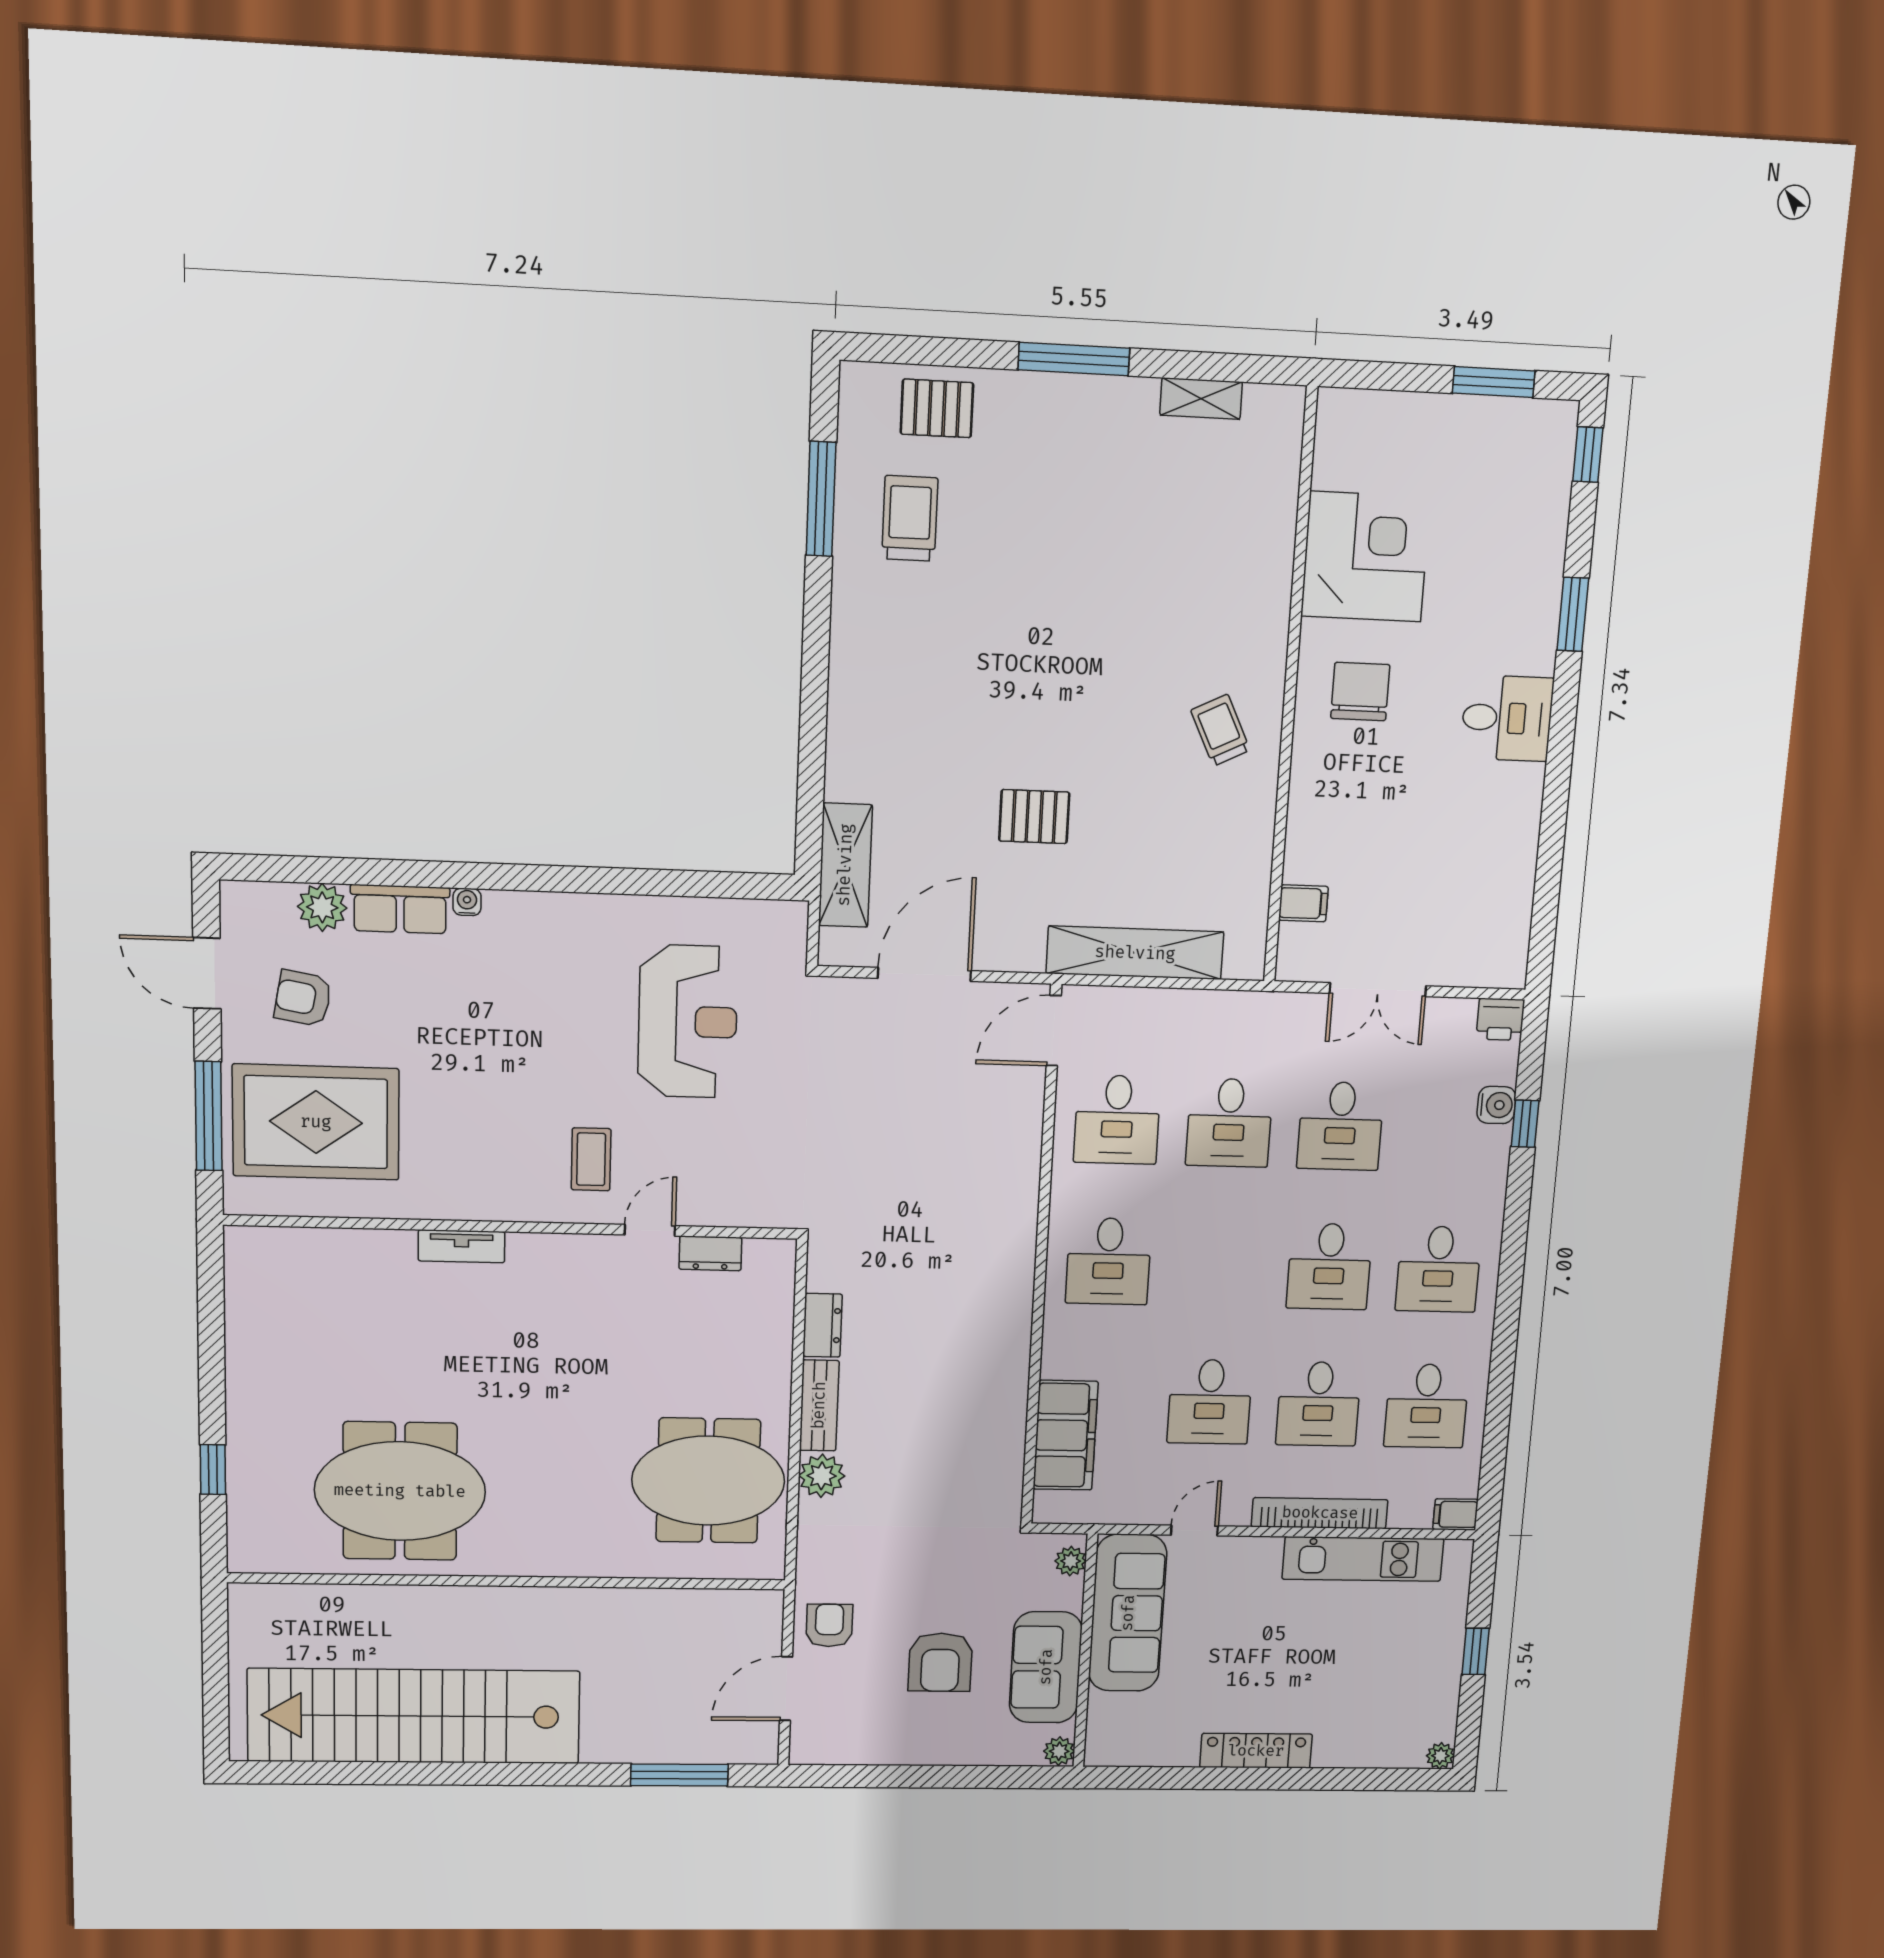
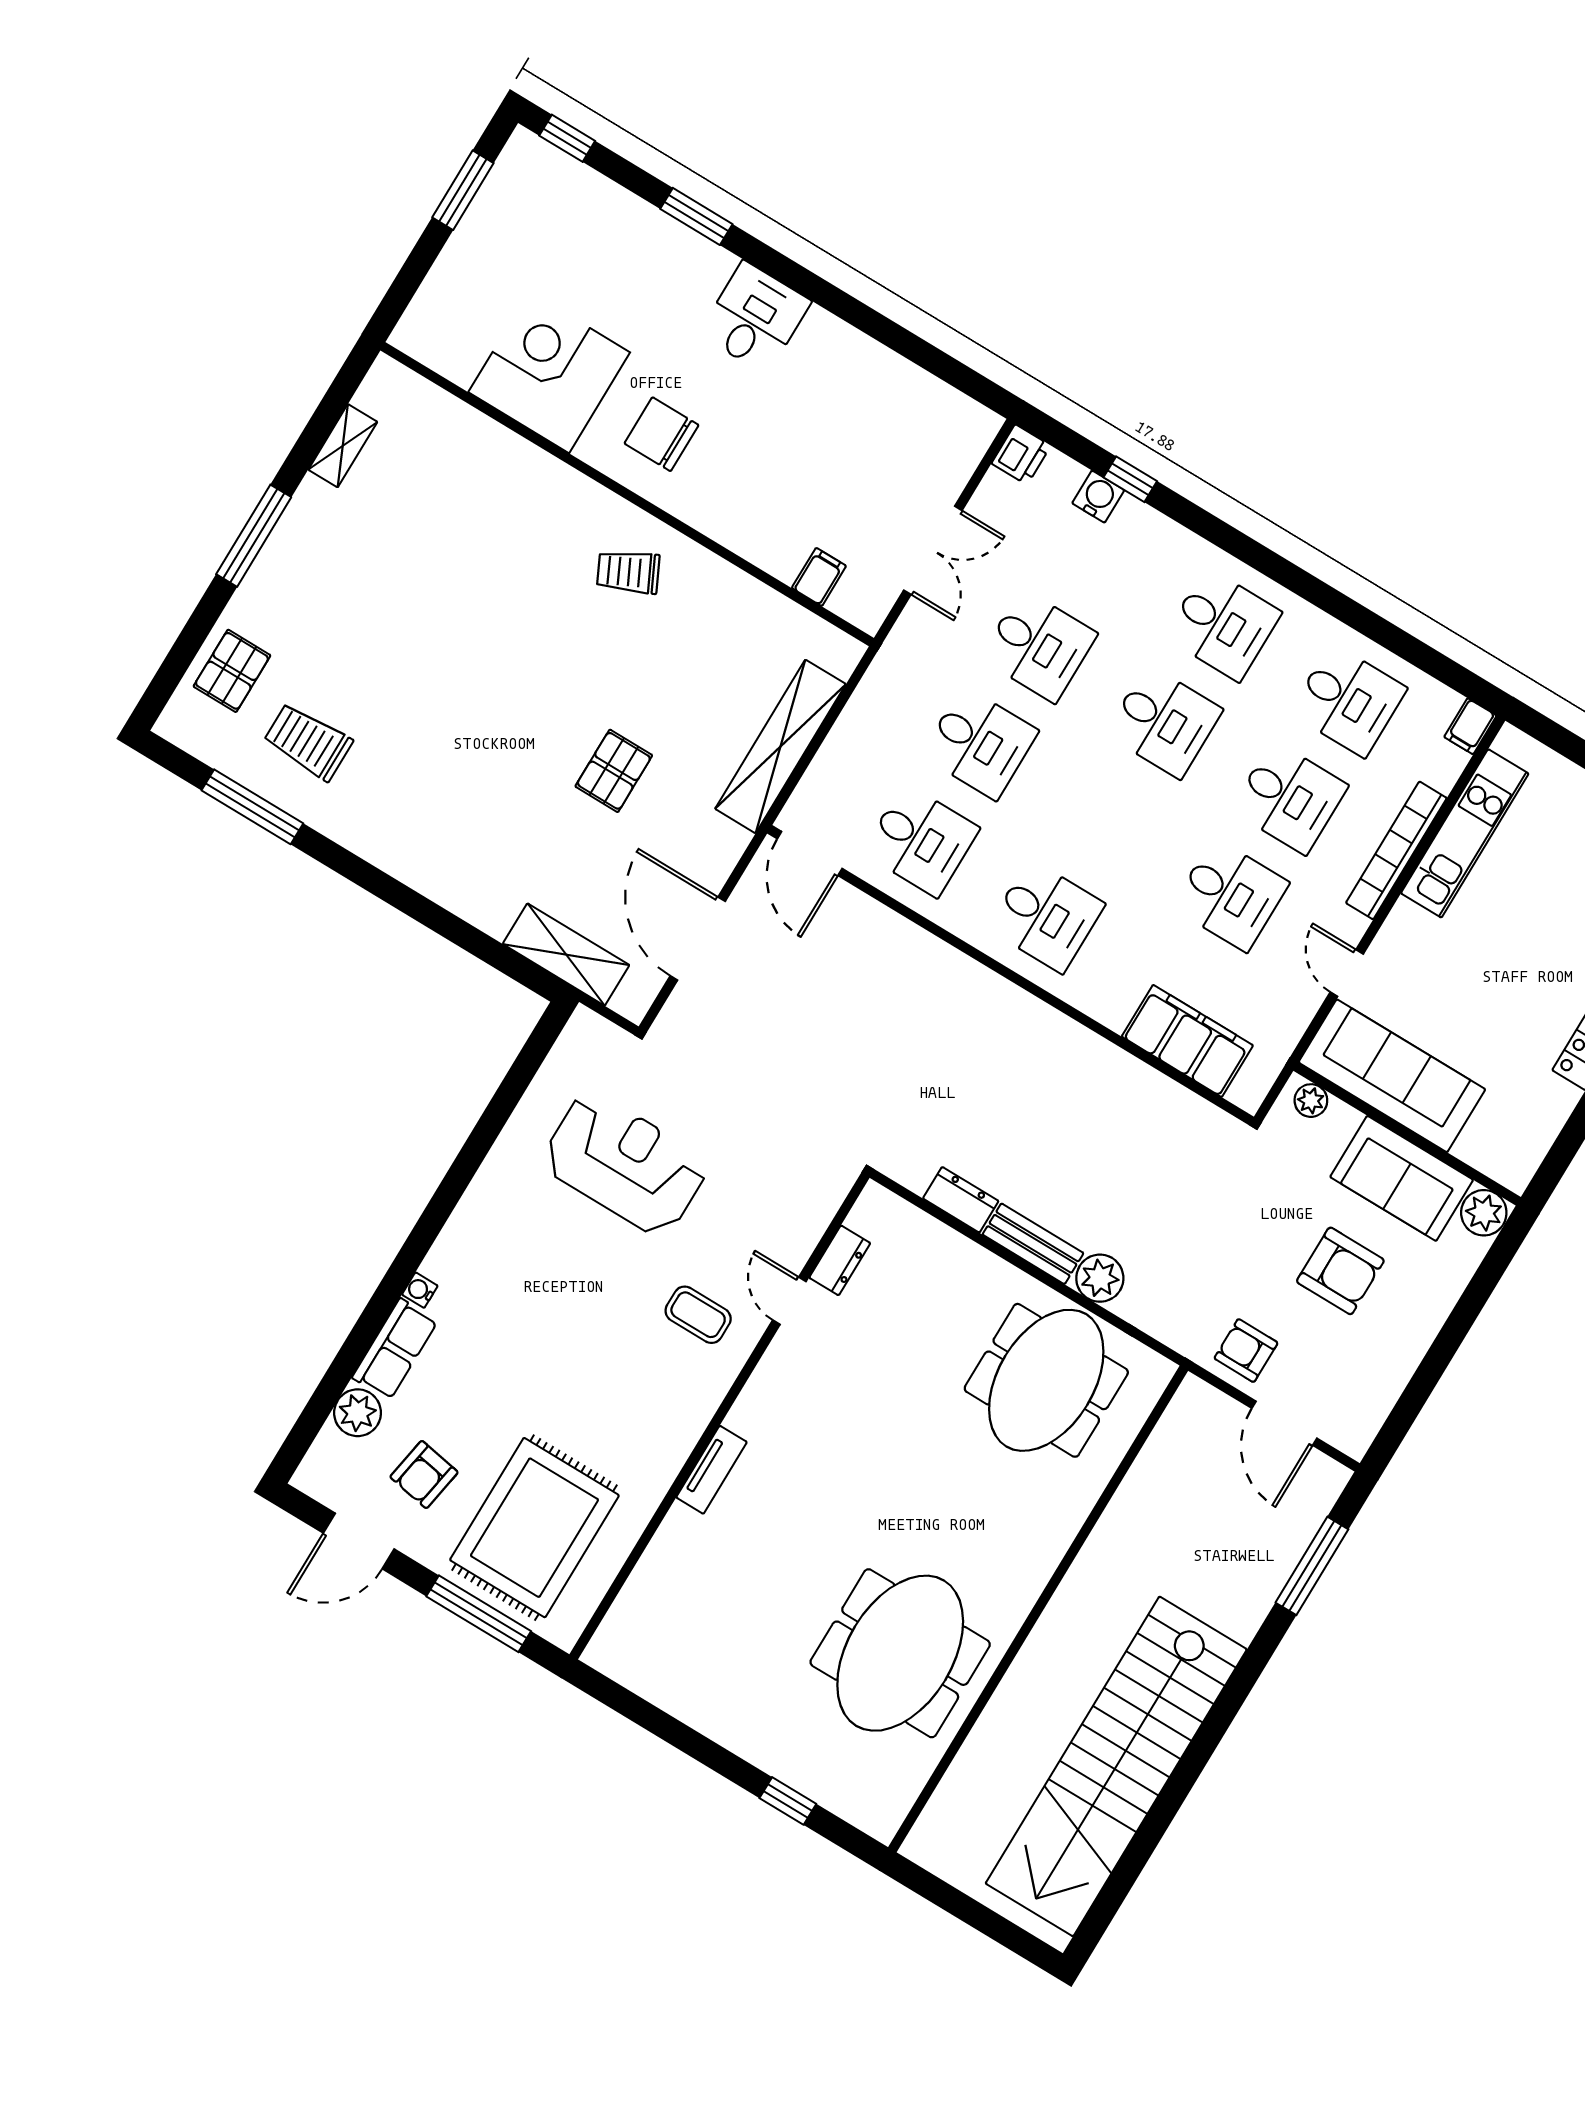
plant: (1059, 1751) -> (1484, 1213), width x1.38, depth x1.38

